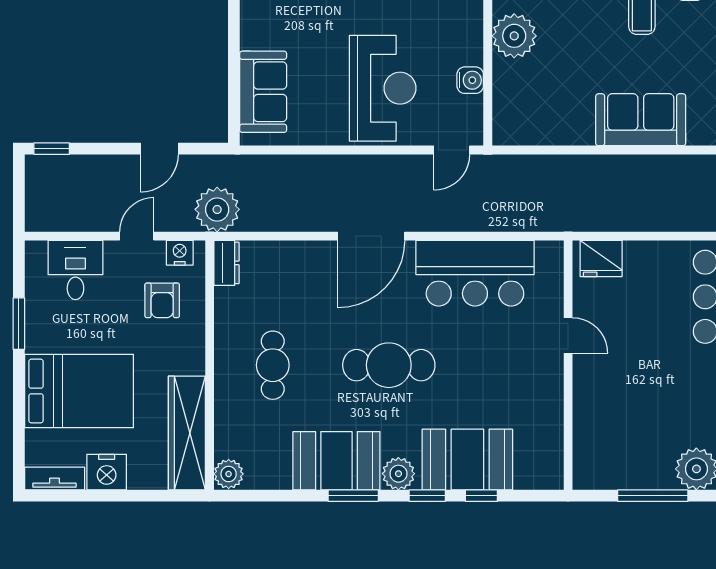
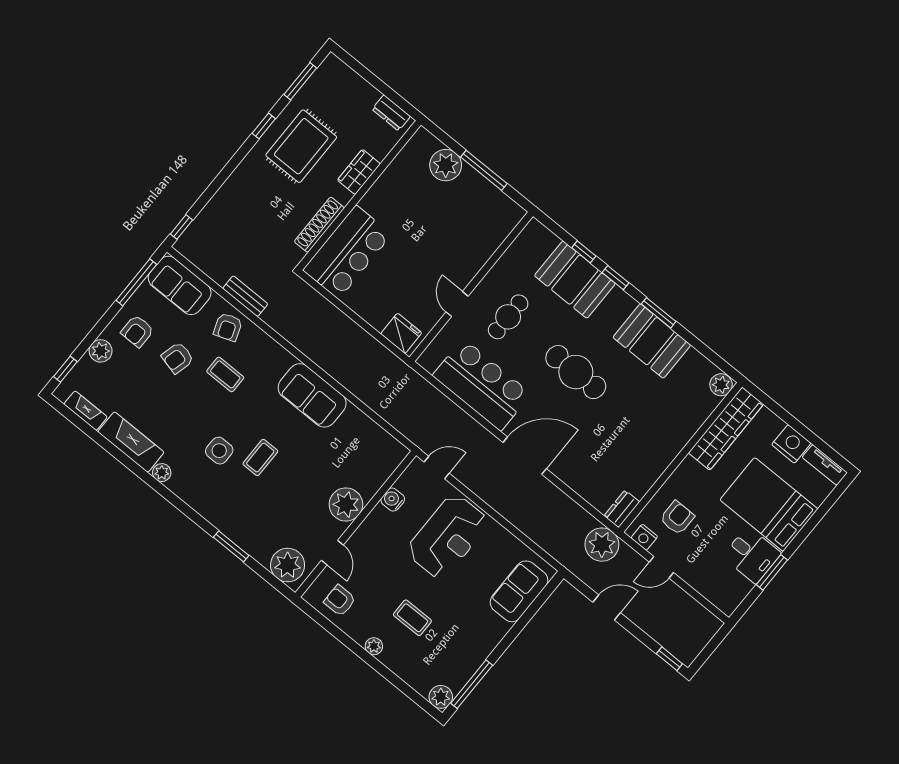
reception desk: (383, 88) -> (448, 537), turned 180
desk: (75, 270) -> (752, 555), moved, turned -90
cafe table: (273, 365) -> (508, 317), moved
plant: (398, 474) -> (622, 304), removed

